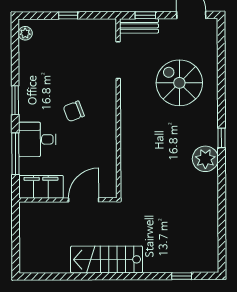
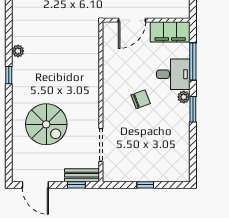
plant: (25, 33) -> (184, 97), moved
plant: (205, 159) -> (18, 51), width x0.53, depth x0.53

